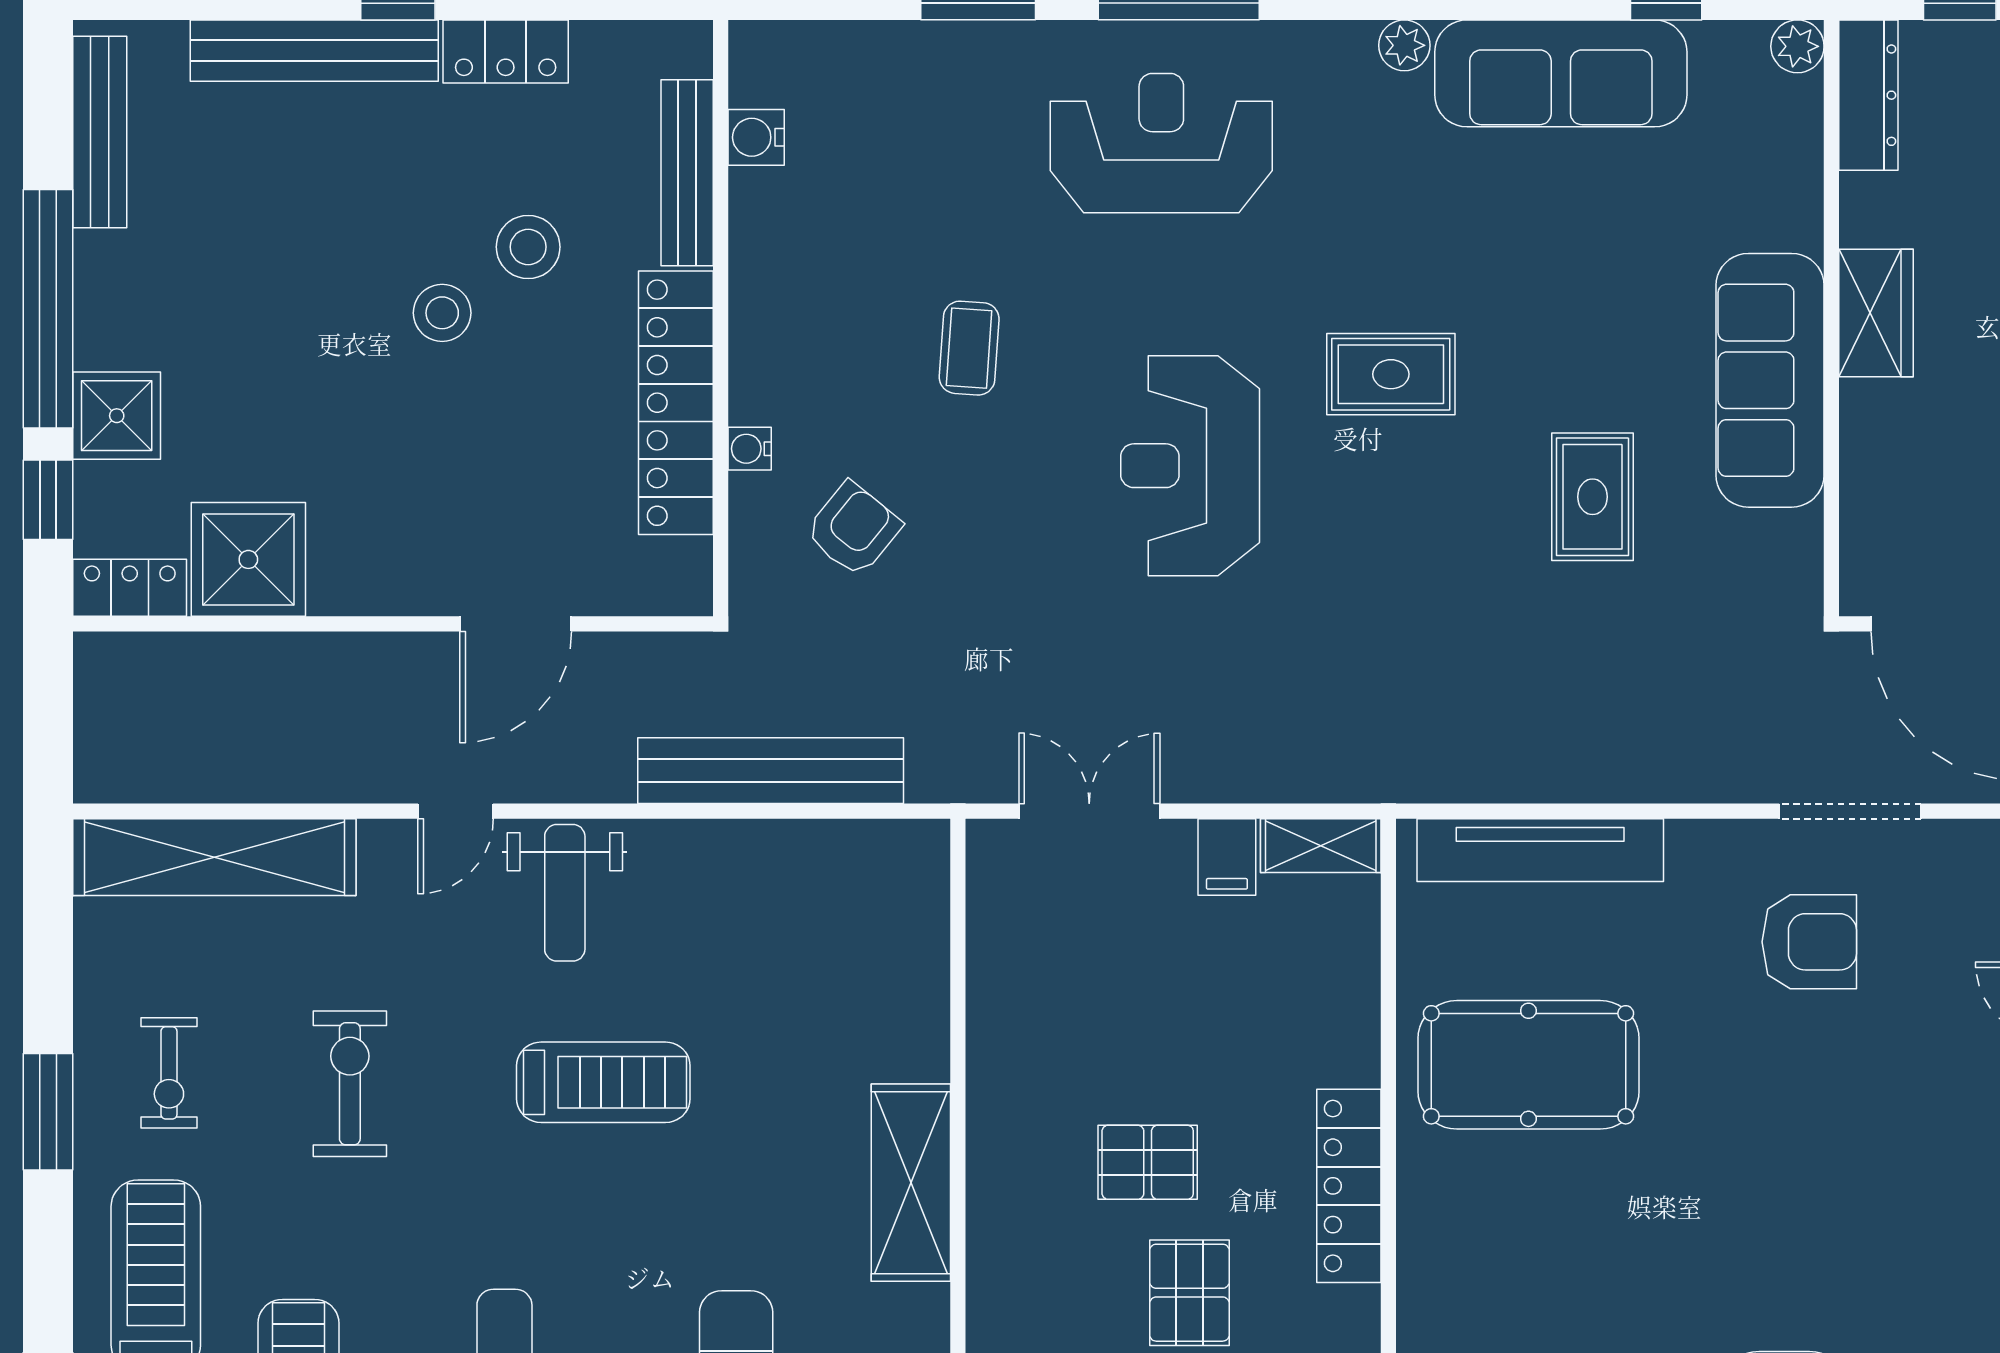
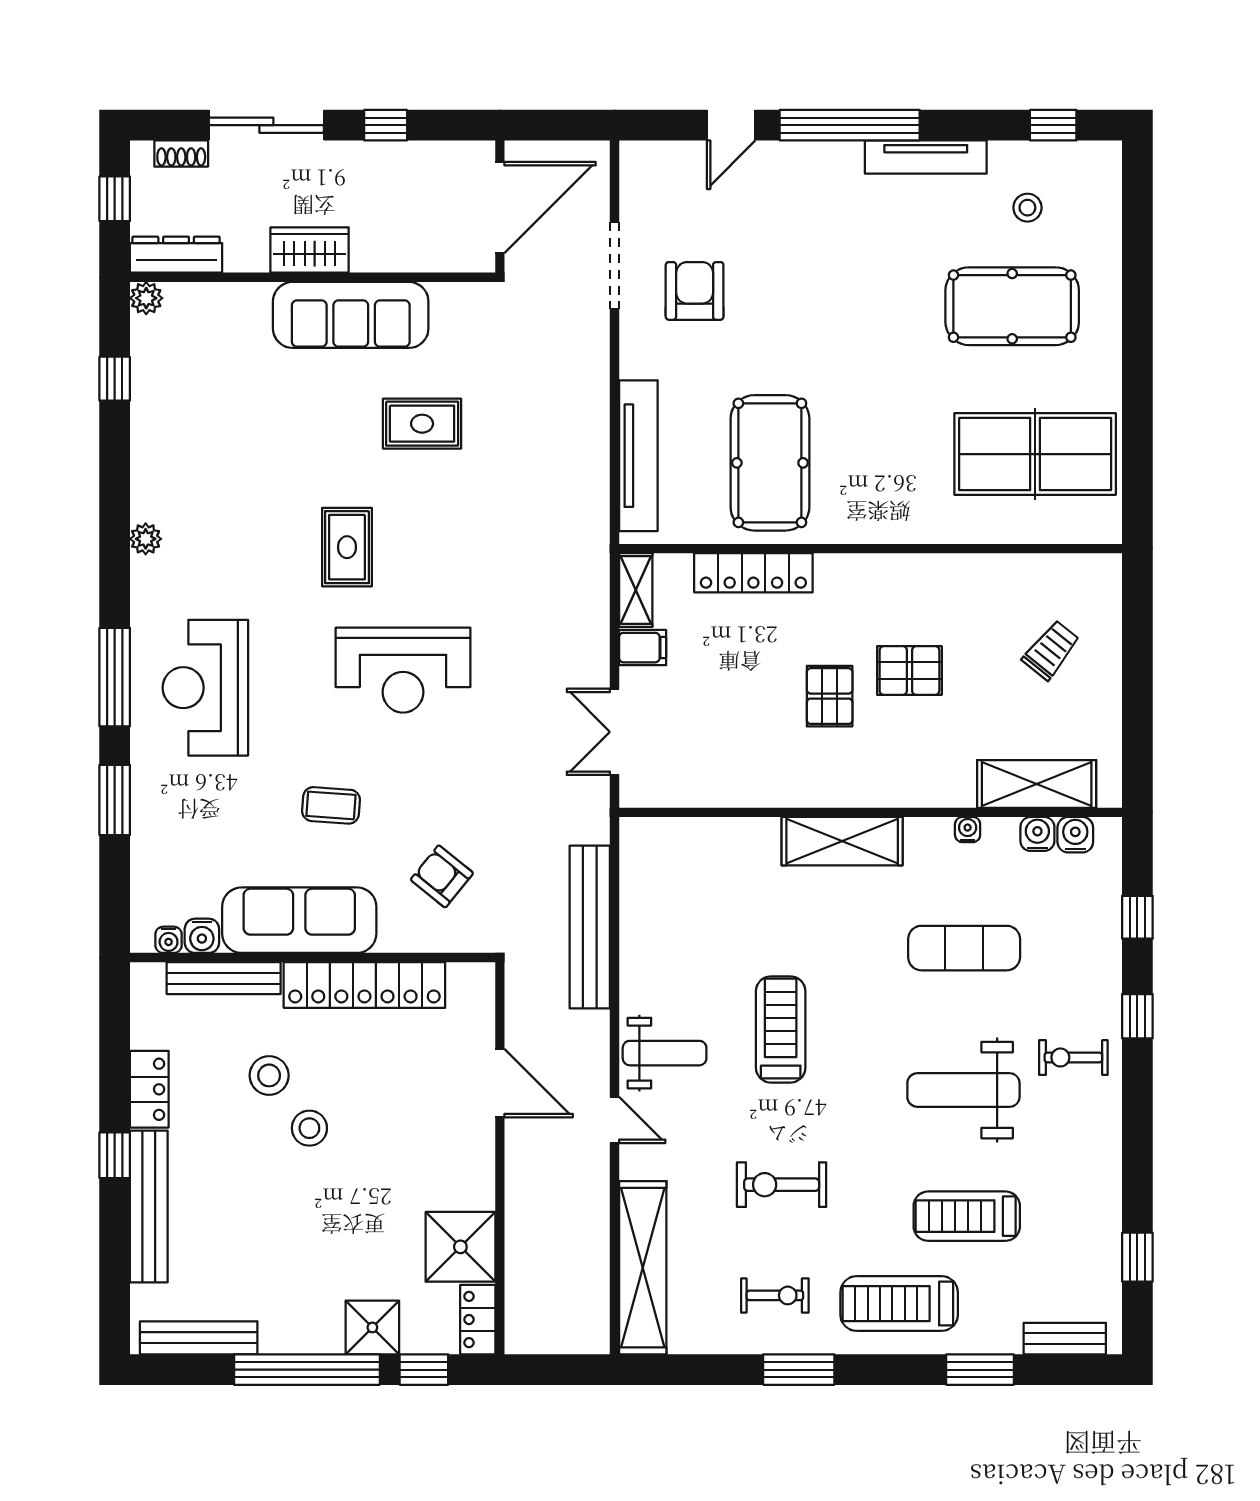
sofa: (1561, 73) -> (299, 920), moved, turned -90
water cooler: (750, 449) -> (169, 940), moved
locker: (1349, 1186) -> (753, 573), moved

